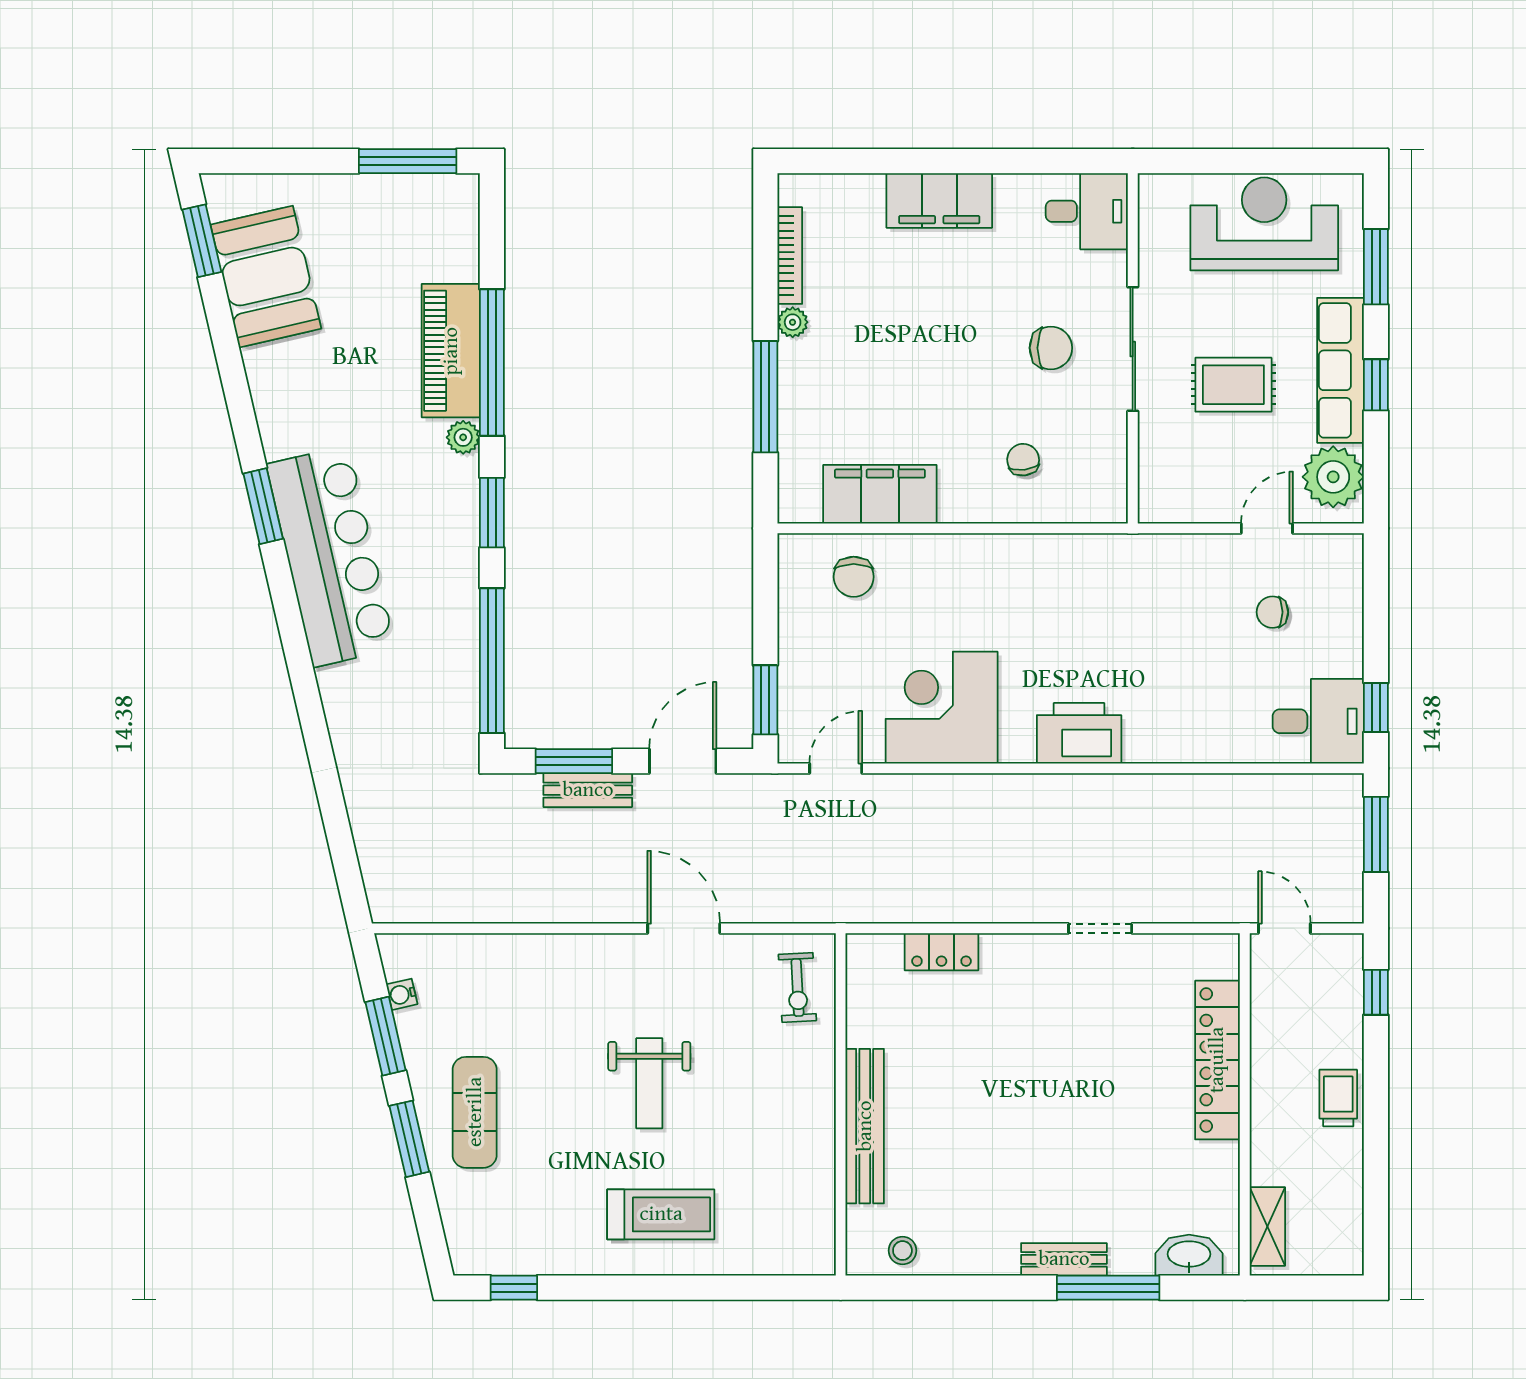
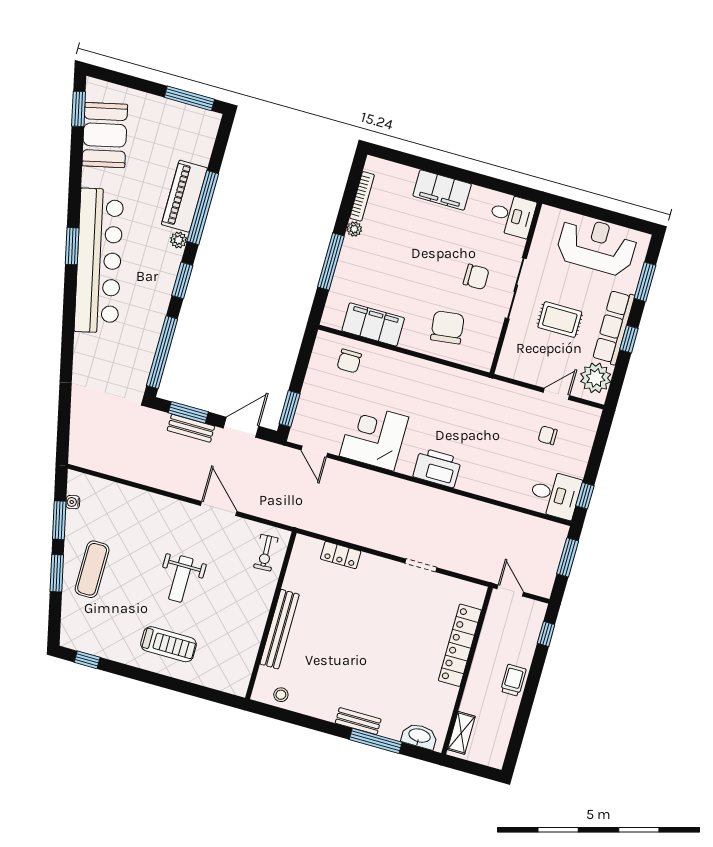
chair: (1023, 460) -> (447, 327), width x1.87, depth x1.87
bar counter: (331, 556) -> (99, 261), width x1.36
door: (836, 768) -> (314, 452), swing flipped

